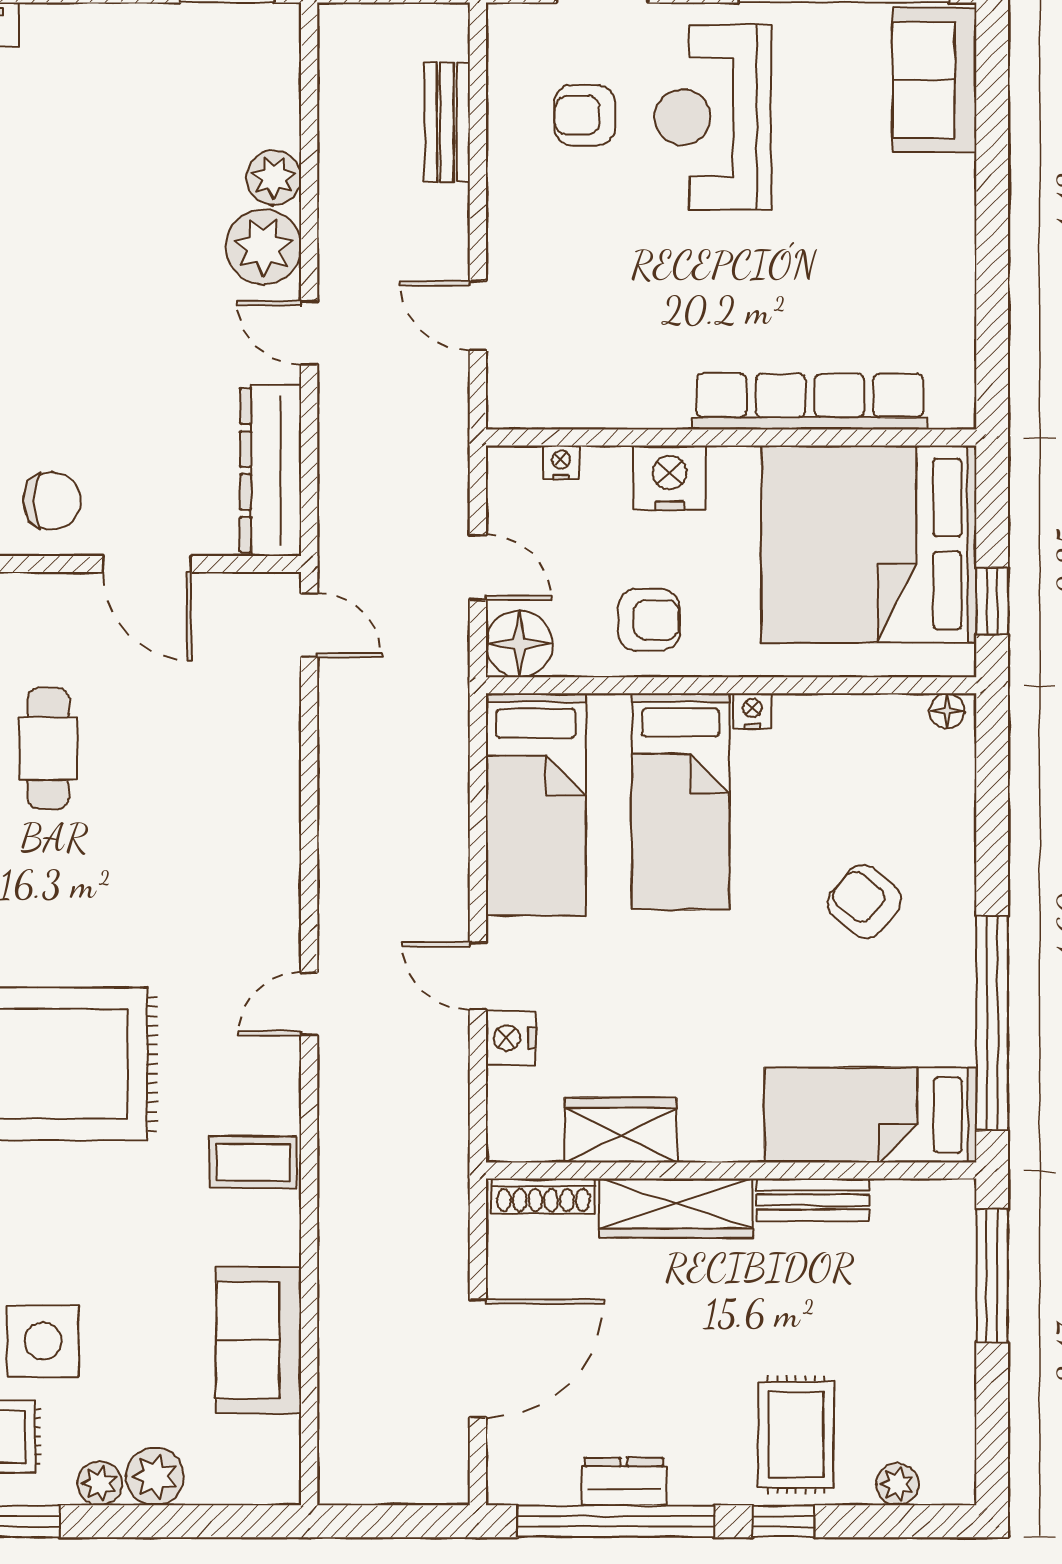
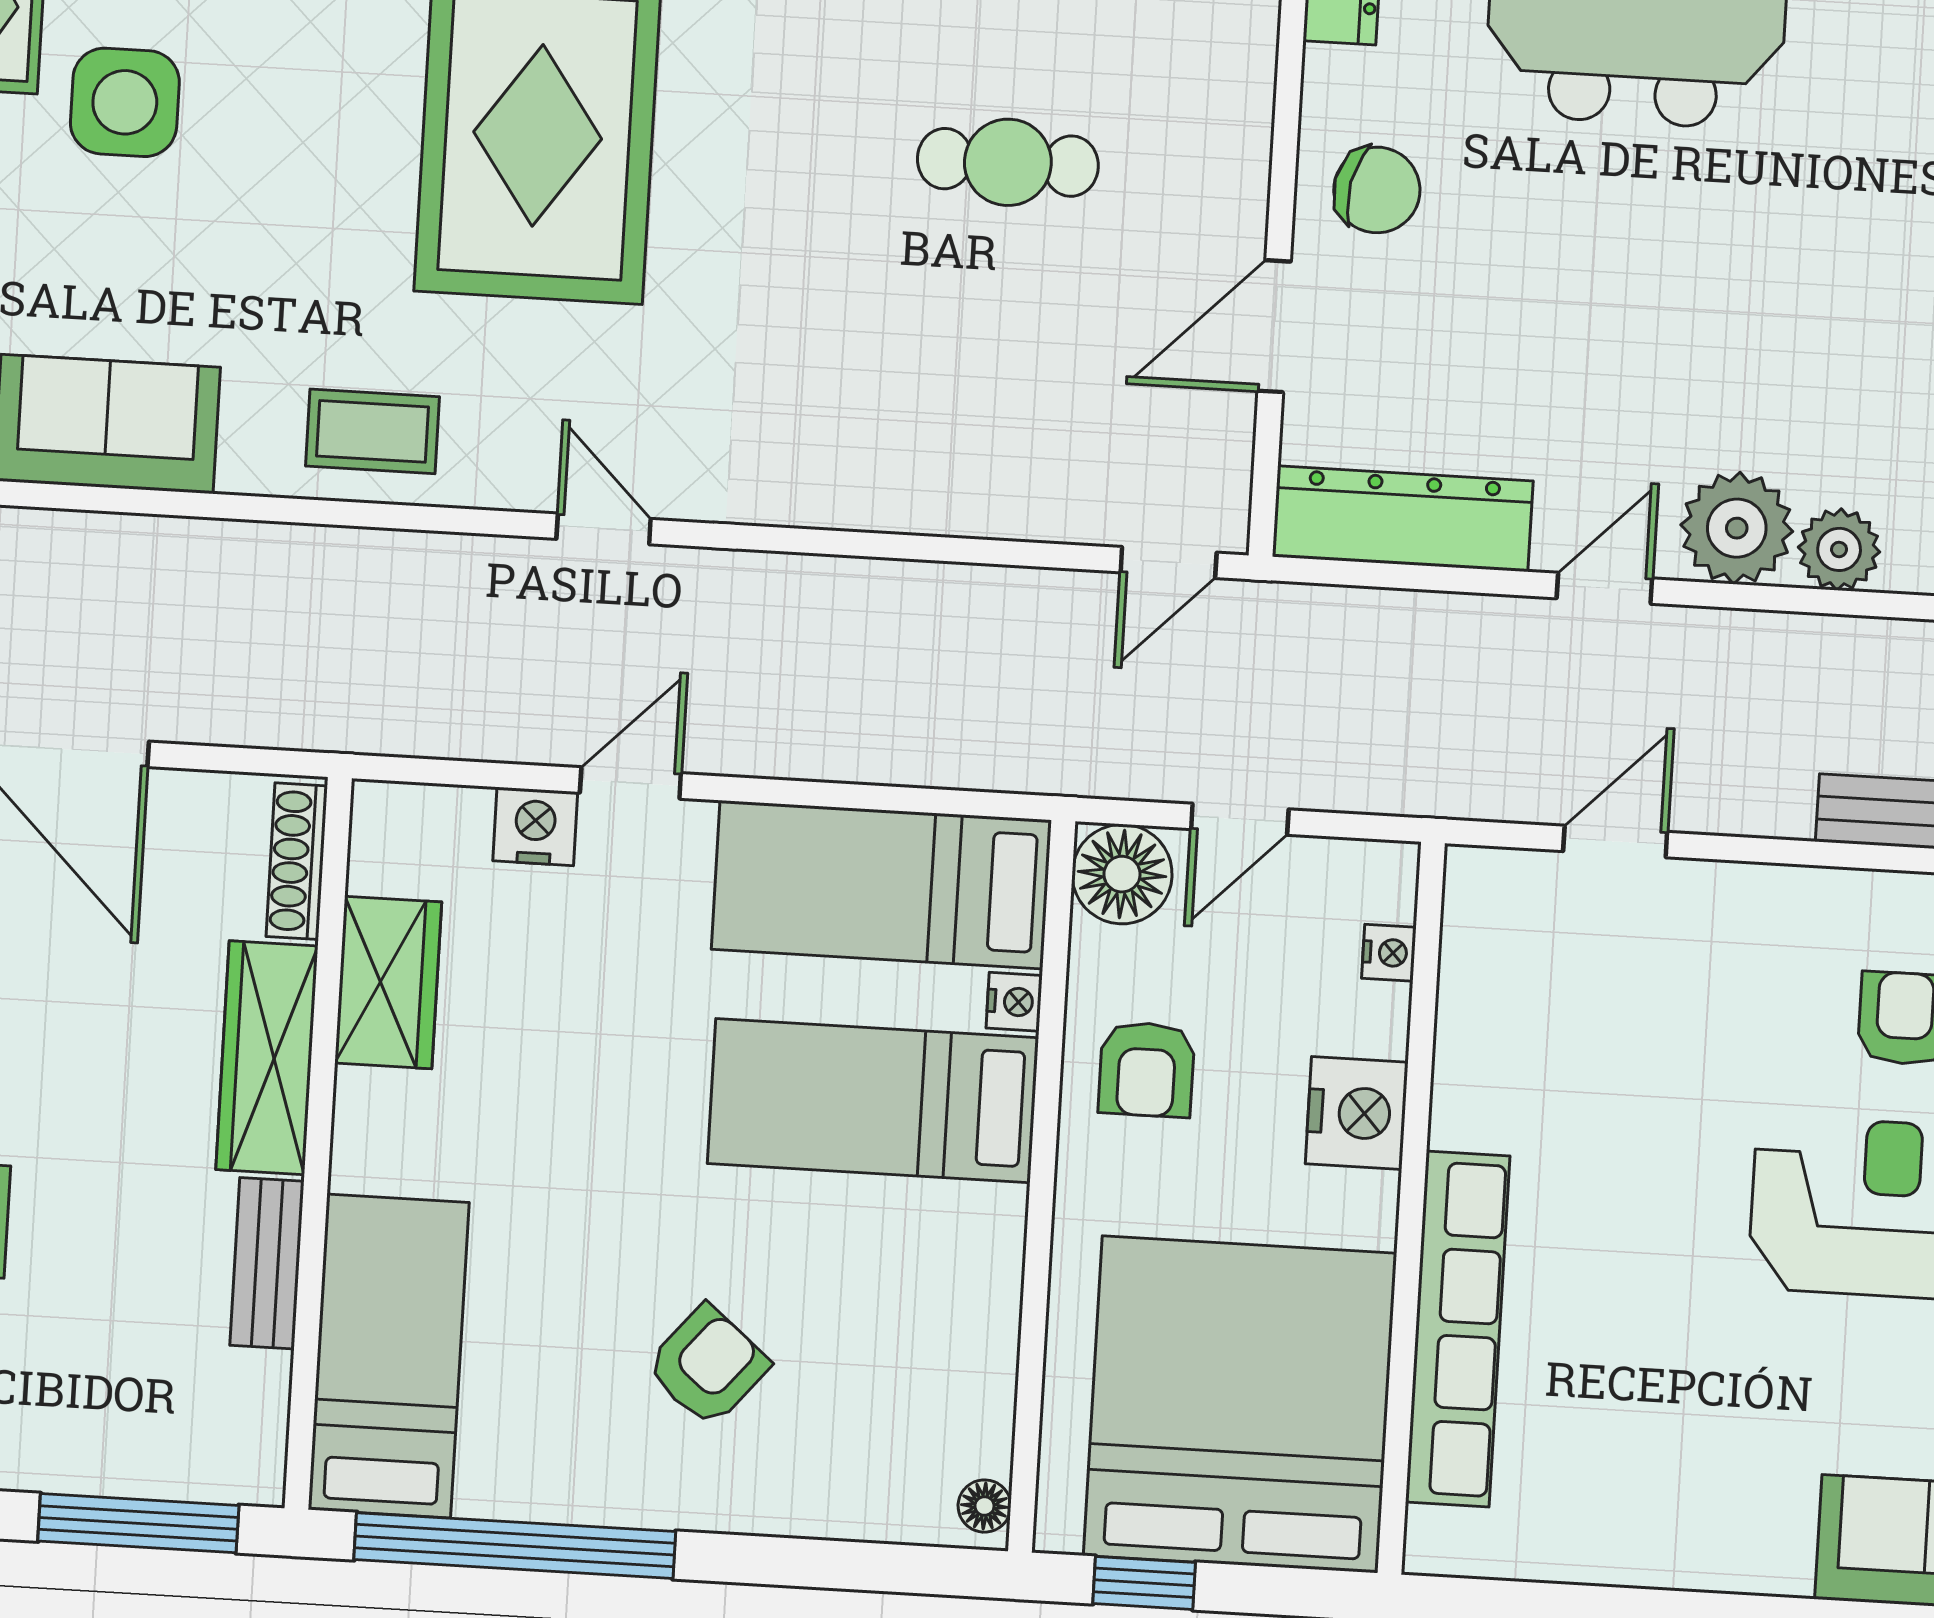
chair: (52, 501) -> (1377, 190), turned -78
nightstand: (752, 711) -> (1014, 1002), moved
coffee table: (253, 1162) -> (373, 431), turned 90

